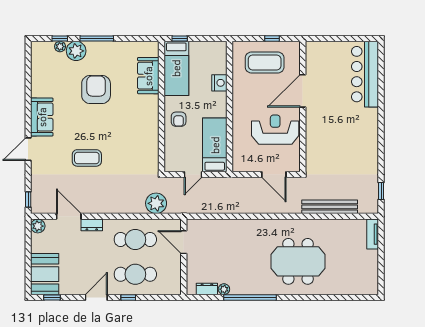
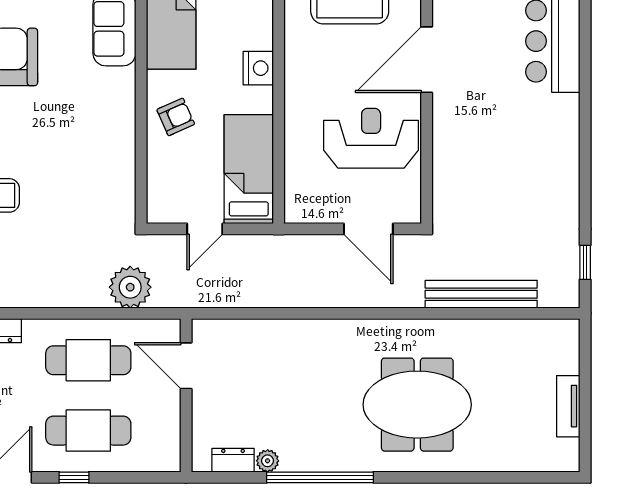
nightstand: (219, 83) -> (258, 68), moved
armchair: (179, 119) -> (176, 117), turned -114
tv unit: (373, 234) -> (568, 406), moved

